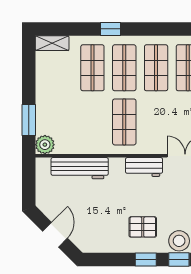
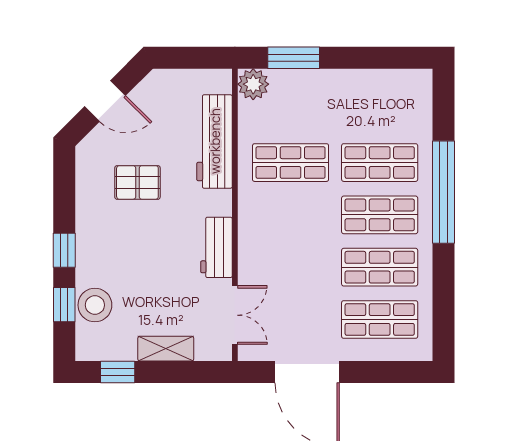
window: (110, 29) -> (443, 192), width x3.17
shelving: (52, 43) -> (420, 96), removed
shop shelf: (124, 122) -> (291, 163), moved
pallet: (143, 227) -> (137, 182), moved, turned 90

